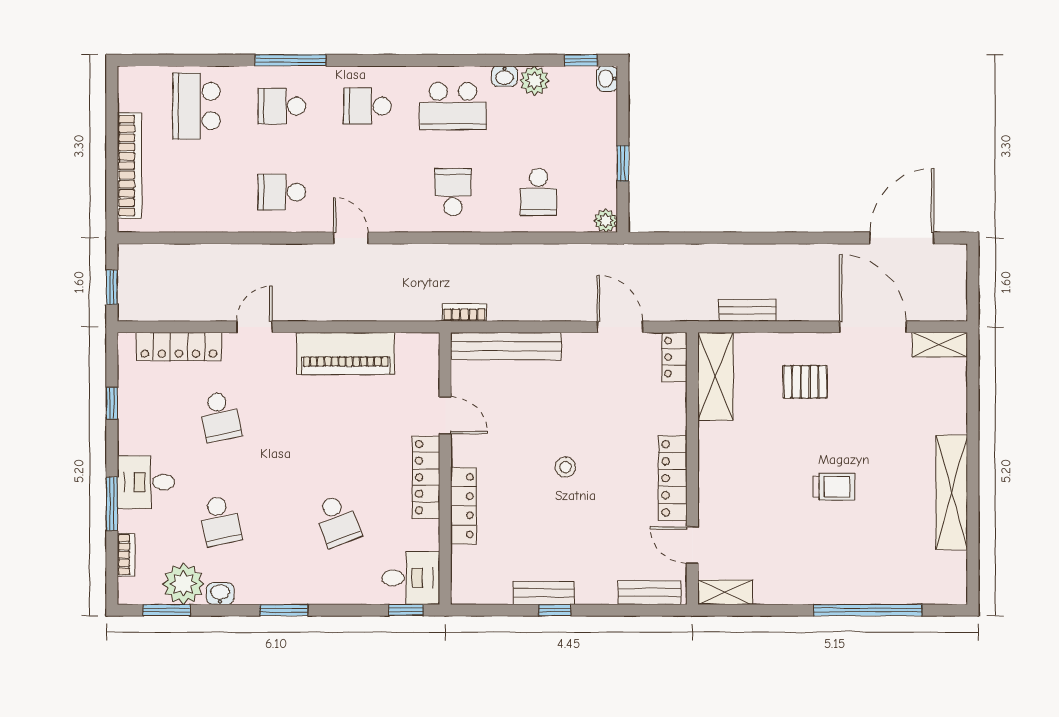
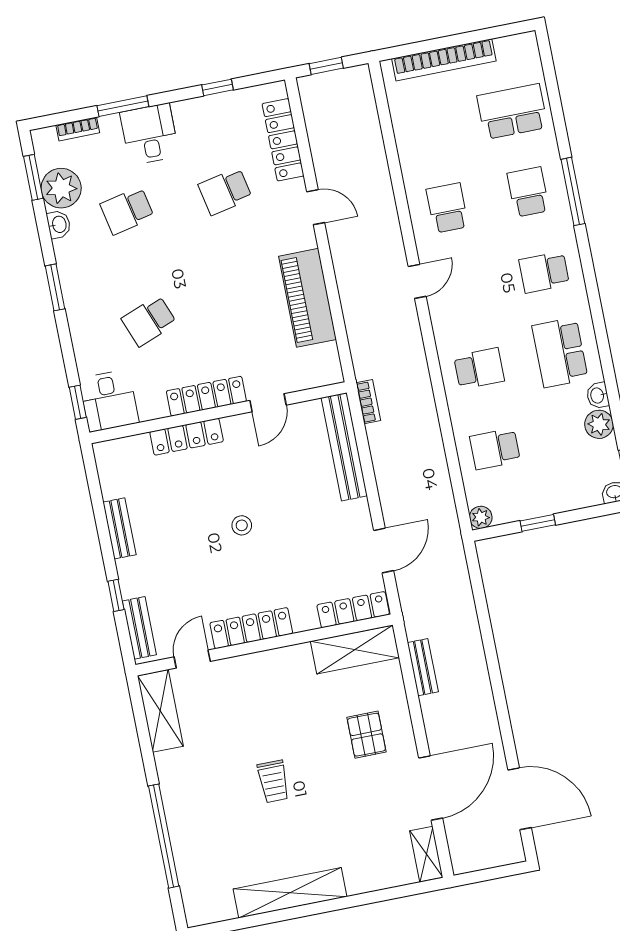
school desk: (367, 106) -> (544, 272), turned -90
locker: (674, 357) -> (353, 610), width x1.53
shelving: (725, 592) -> (160, 711), width x1.50, depth x1.33
window: (555, 610) -> (116, 595), moved

